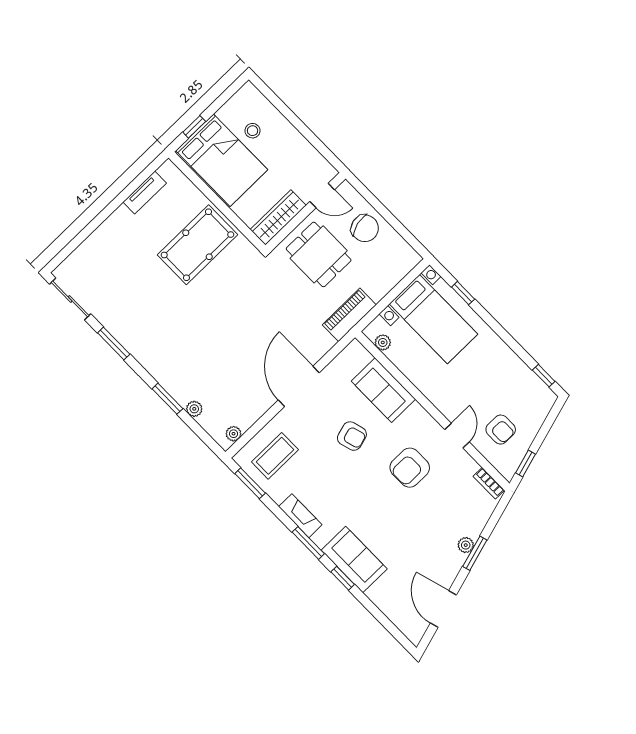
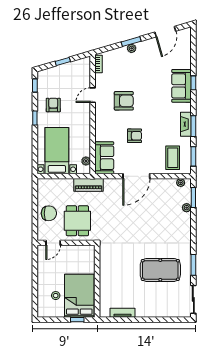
door: (322, 196) -> (53, 243), swing flipped
wardrobe: (278, 217) -> (79, 251), removed
chair: (365, 228) -> (49, 213), turned 104
pool table: (197, 245) -> (160, 270), moved
window: (463, 293) -> (35, 118), moved
sofa: (383, 390) -> (104, 158), moved
window: (167, 399) -> (193, 197), moved
armchair: (501, 430) -> (53, 105), moved
armchair: (352, 436) -> (135, 136), turned 106
coffee table: (275, 456) -> (173, 158), turned 90
window: (526, 463) -> (63, 62), moved
window: (308, 543) -> (193, 126), moved

